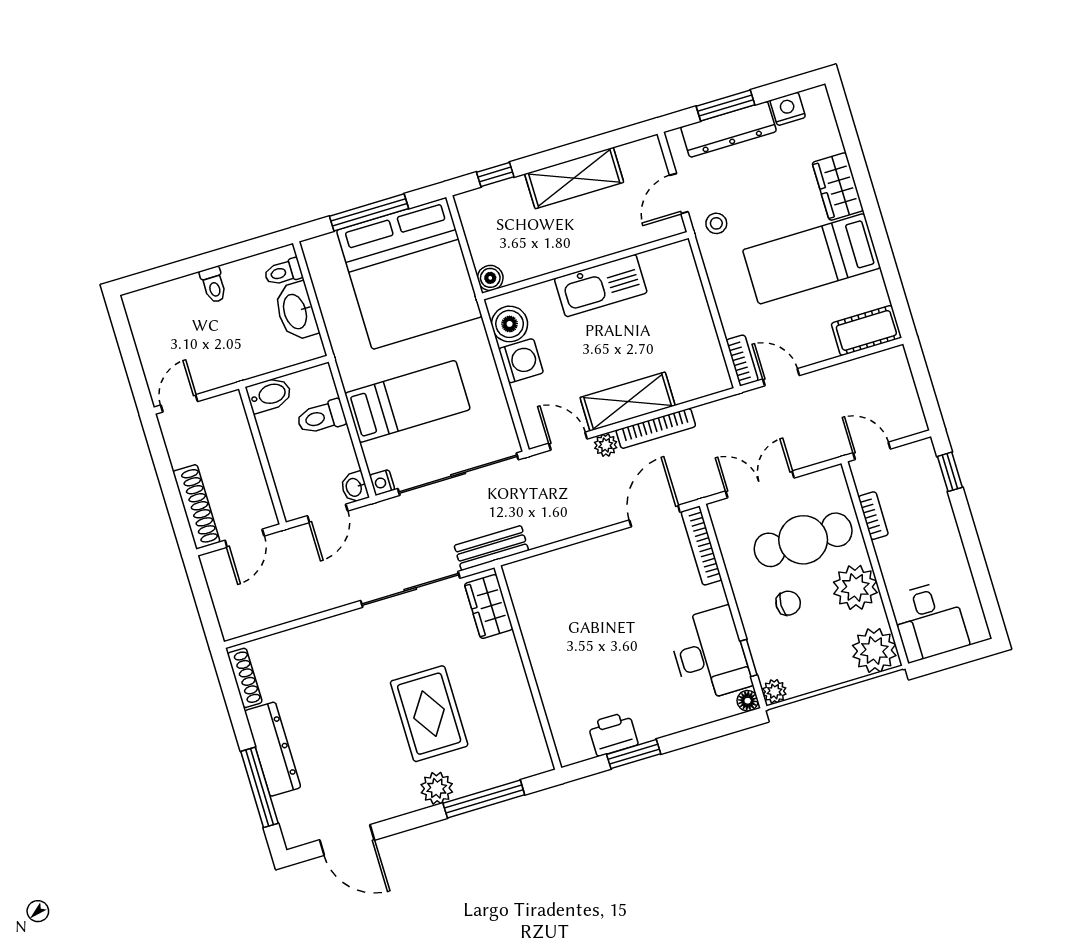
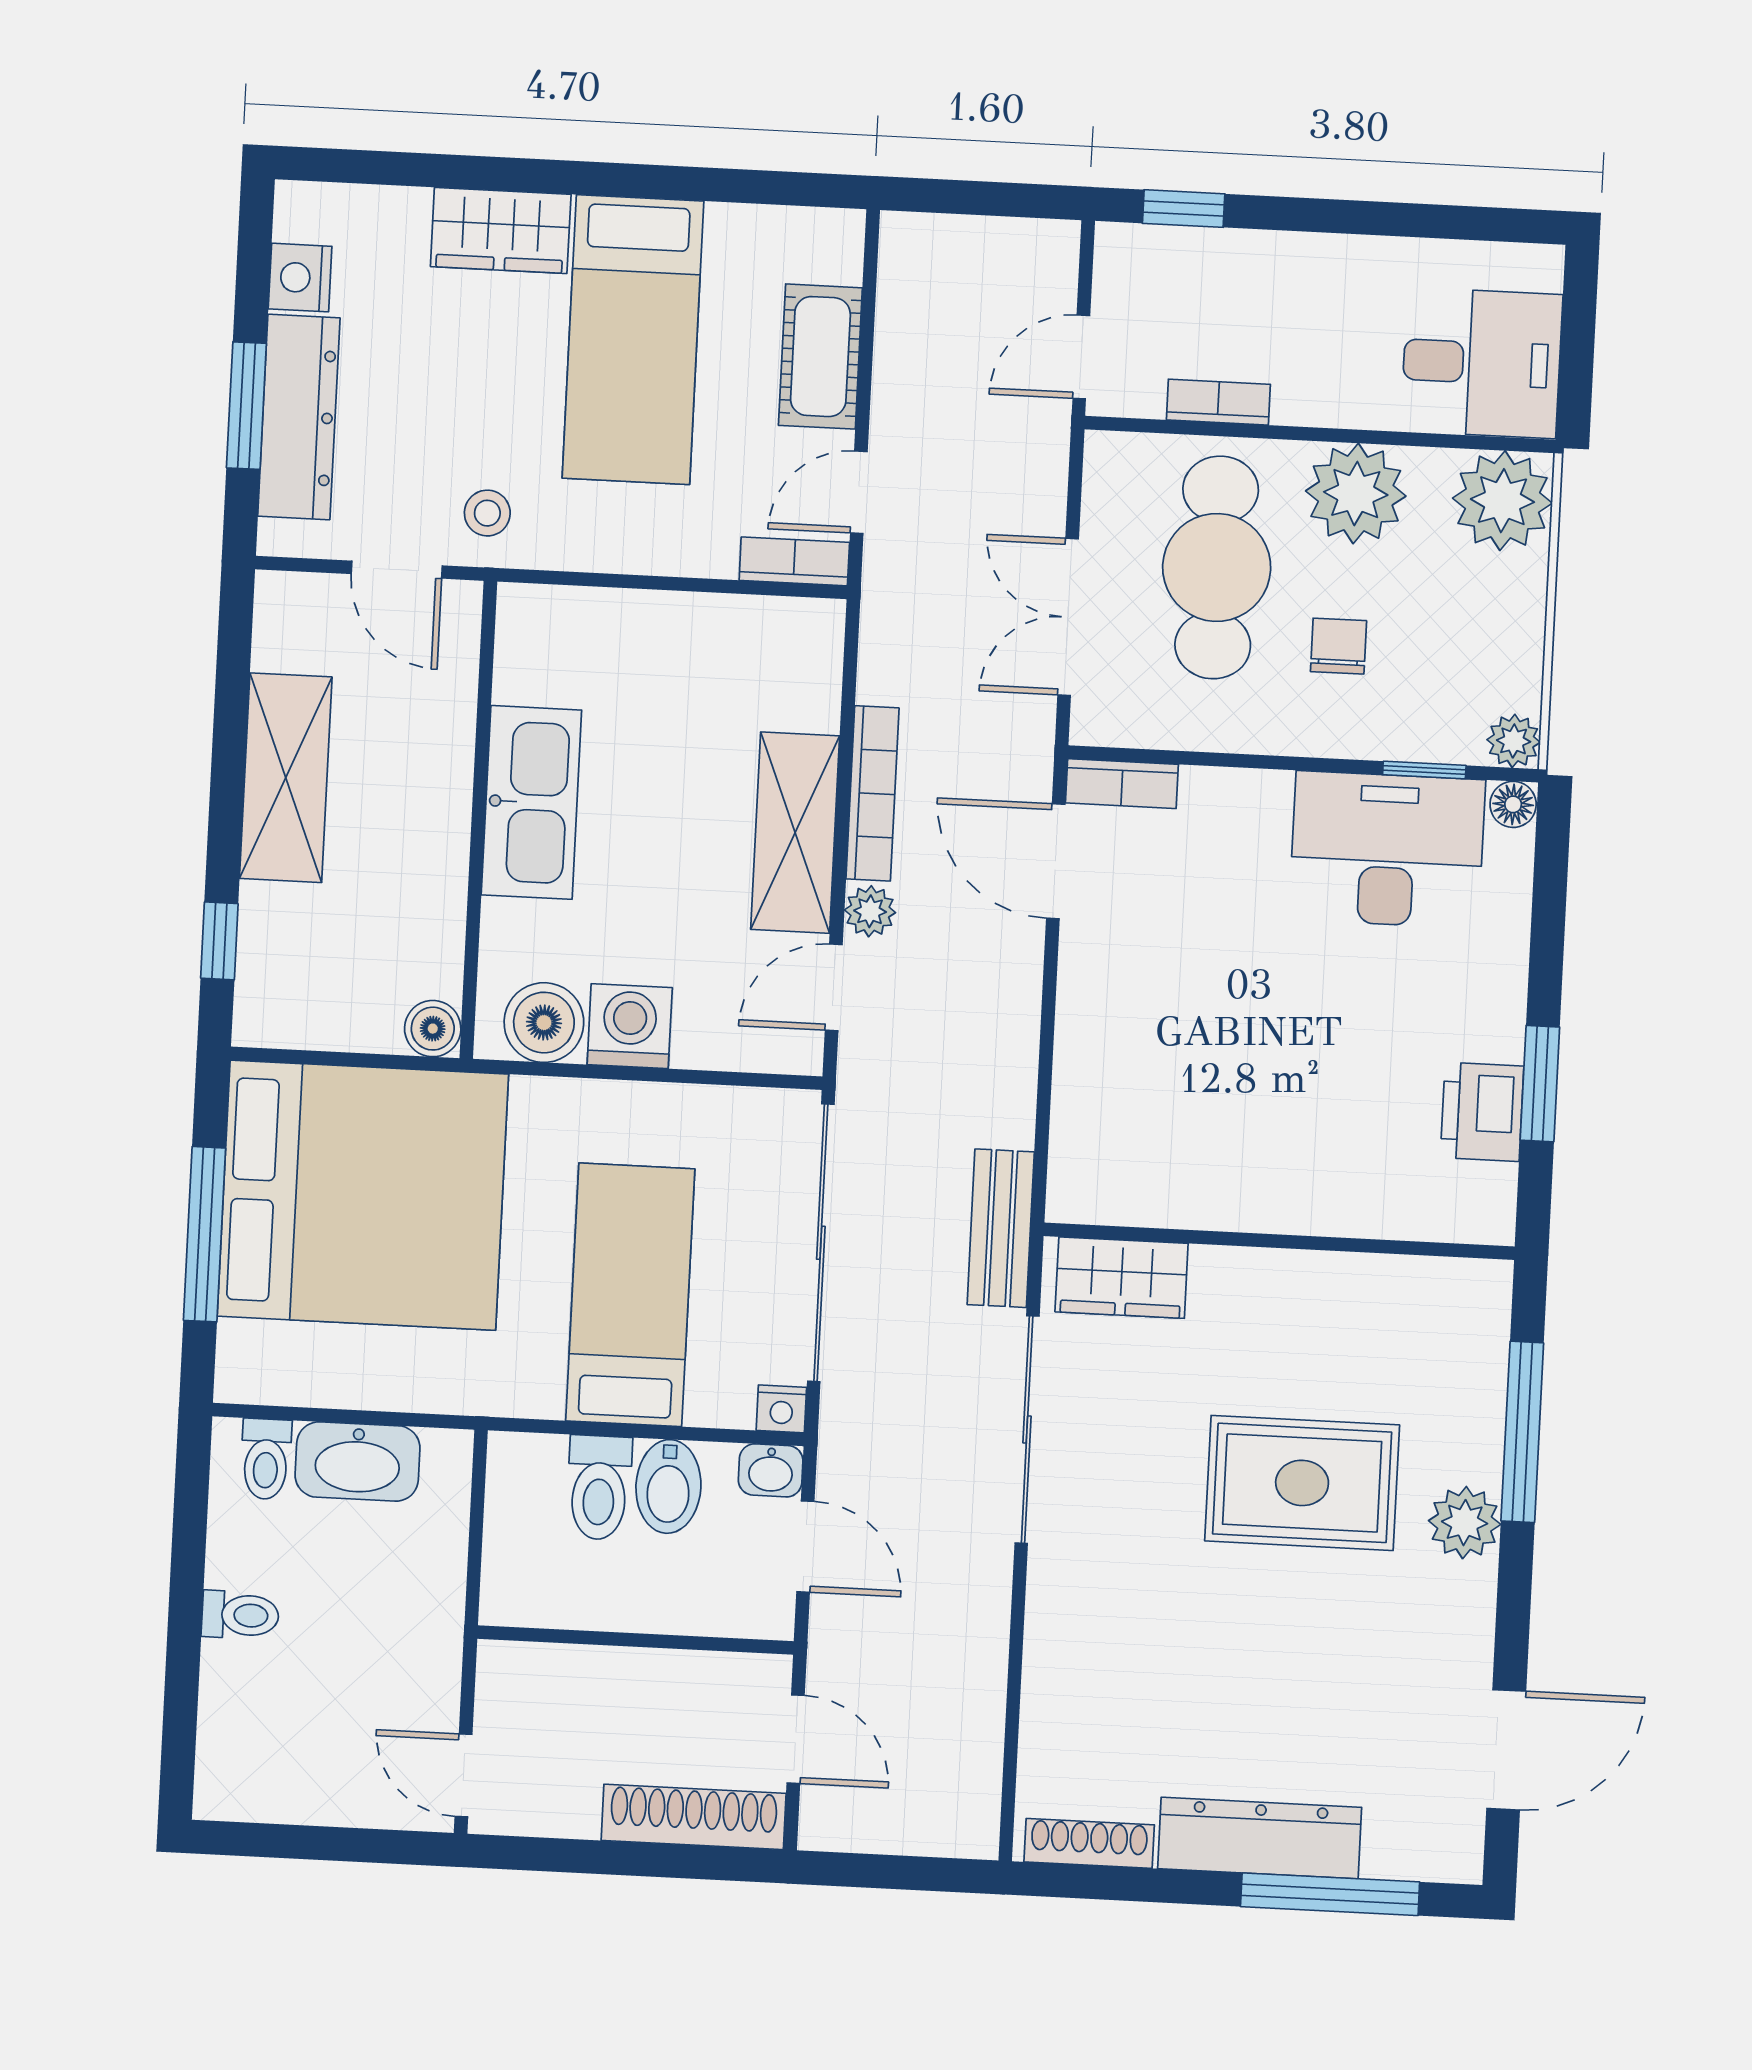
cot: (866, 330) -> (820, 357), moved
bidet: (269, 395) -> (668, 1486), moved, turned 180
bookcase: (702, 546) -> (1122, 784), width x0.64

